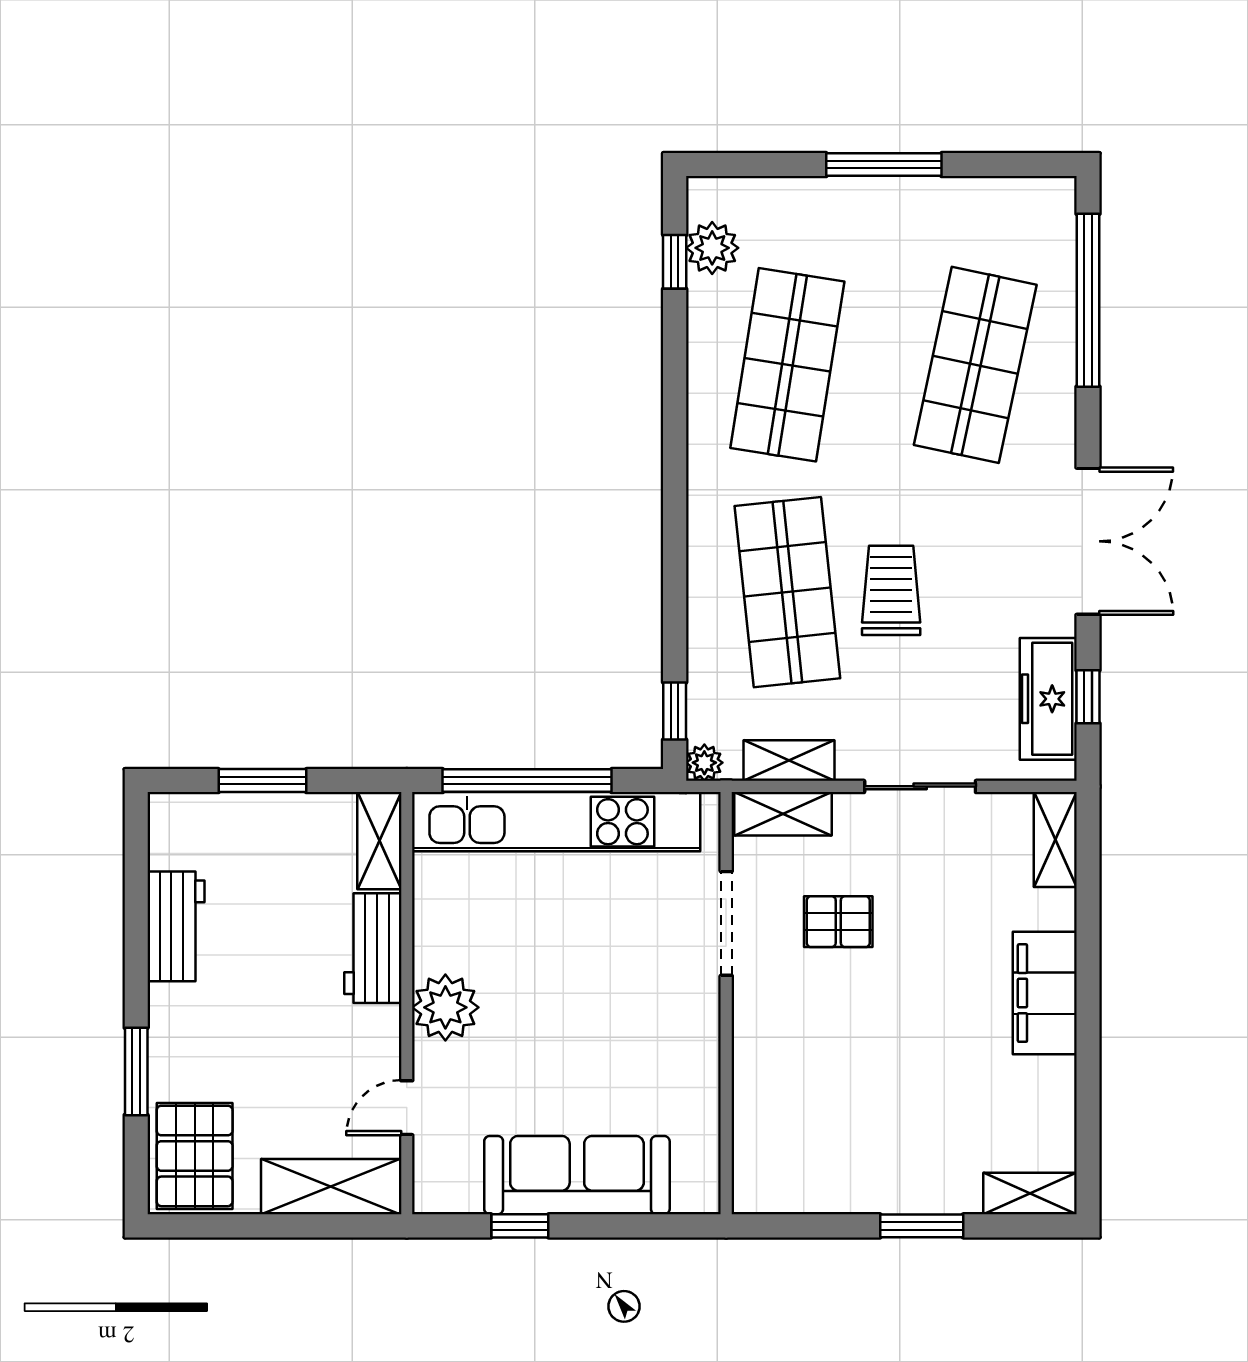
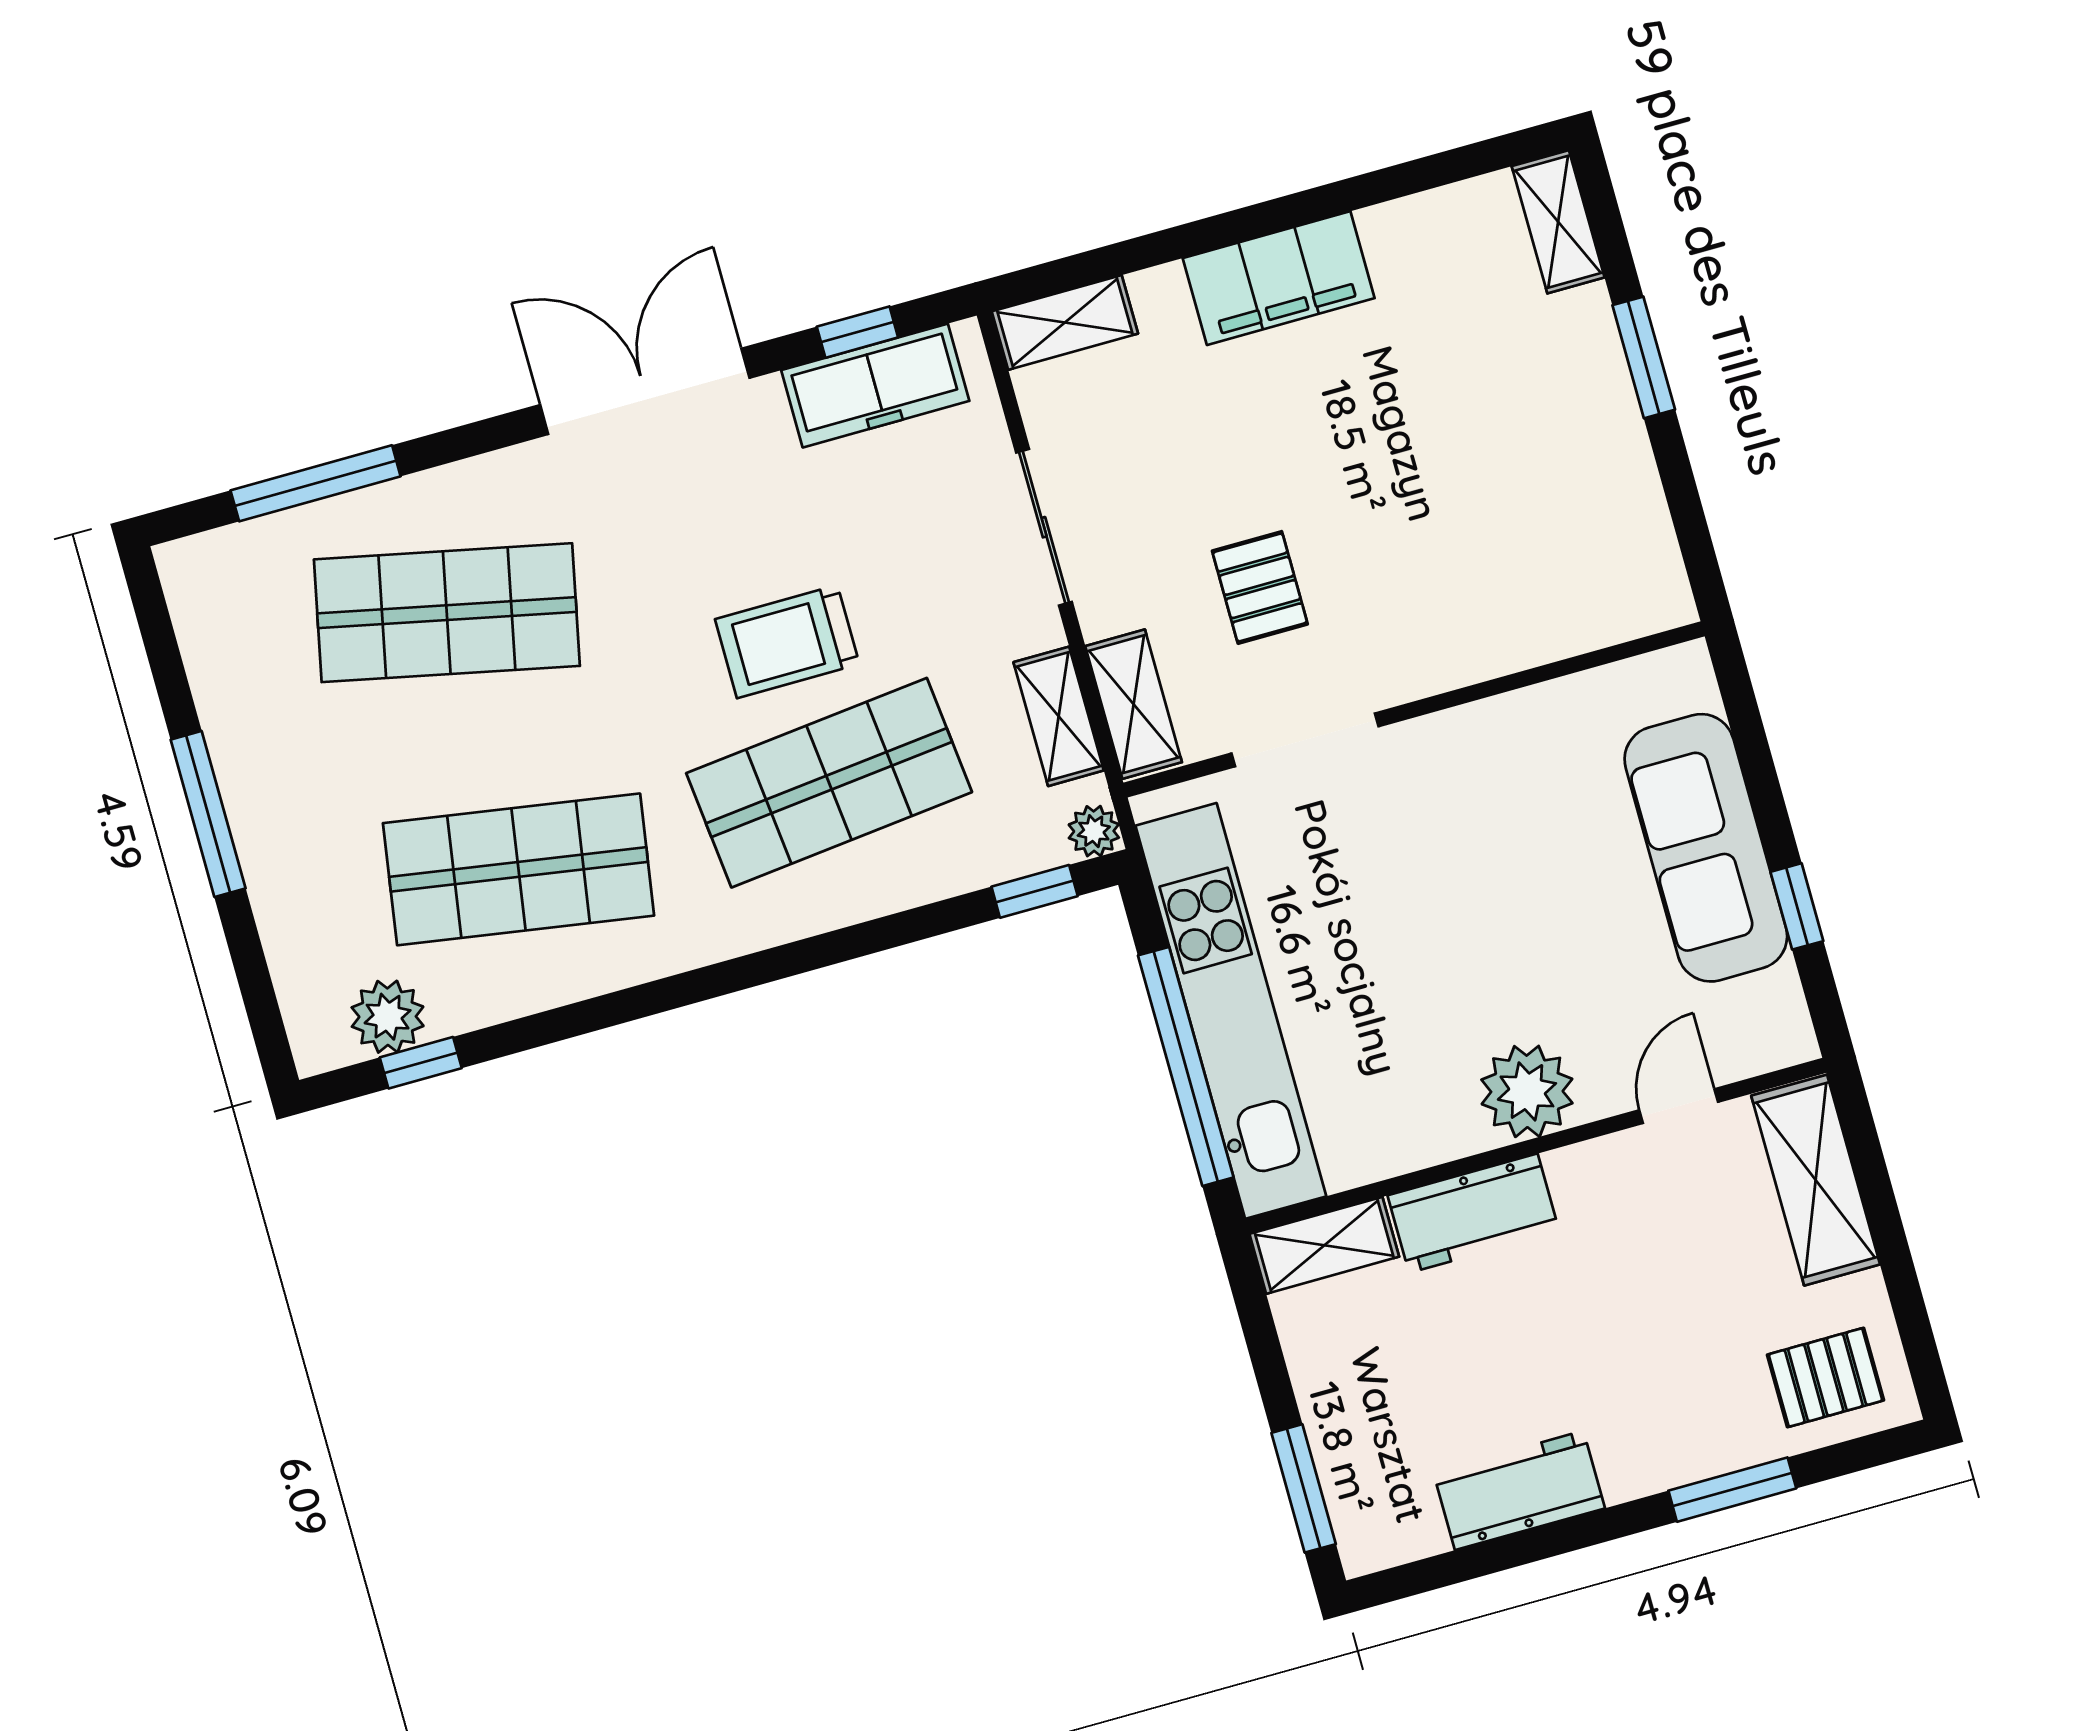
window: (1088, 300) -> (316, 483), width x0.68
window: (262, 781) -> (1304, 1488), moved
door: (407, 1108) -> (1679, 1106), swing flipped
pallet: (195, 1156) -> (1825, 1377), width x0.67, depth x0.71

